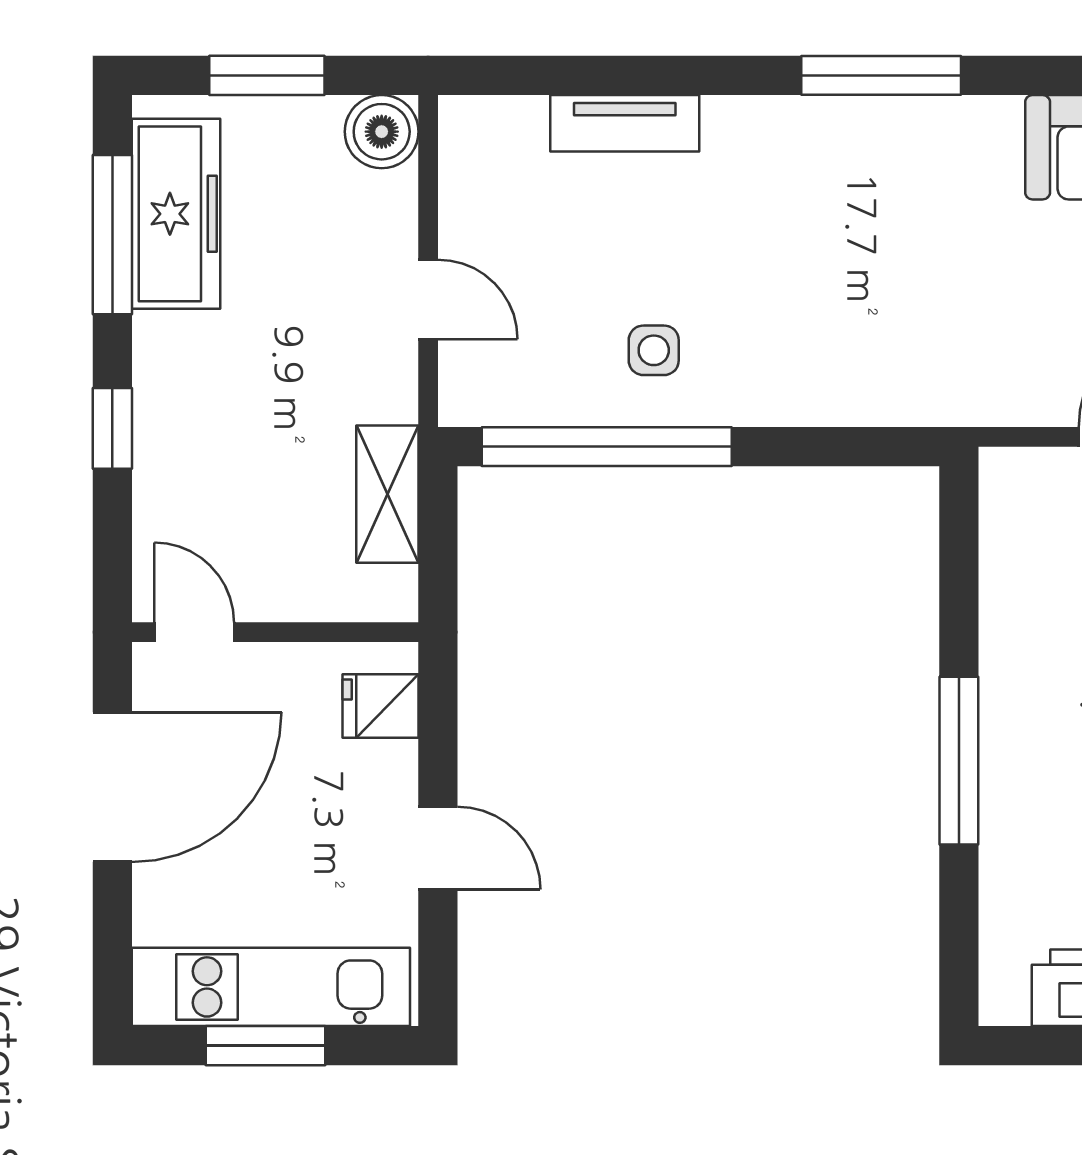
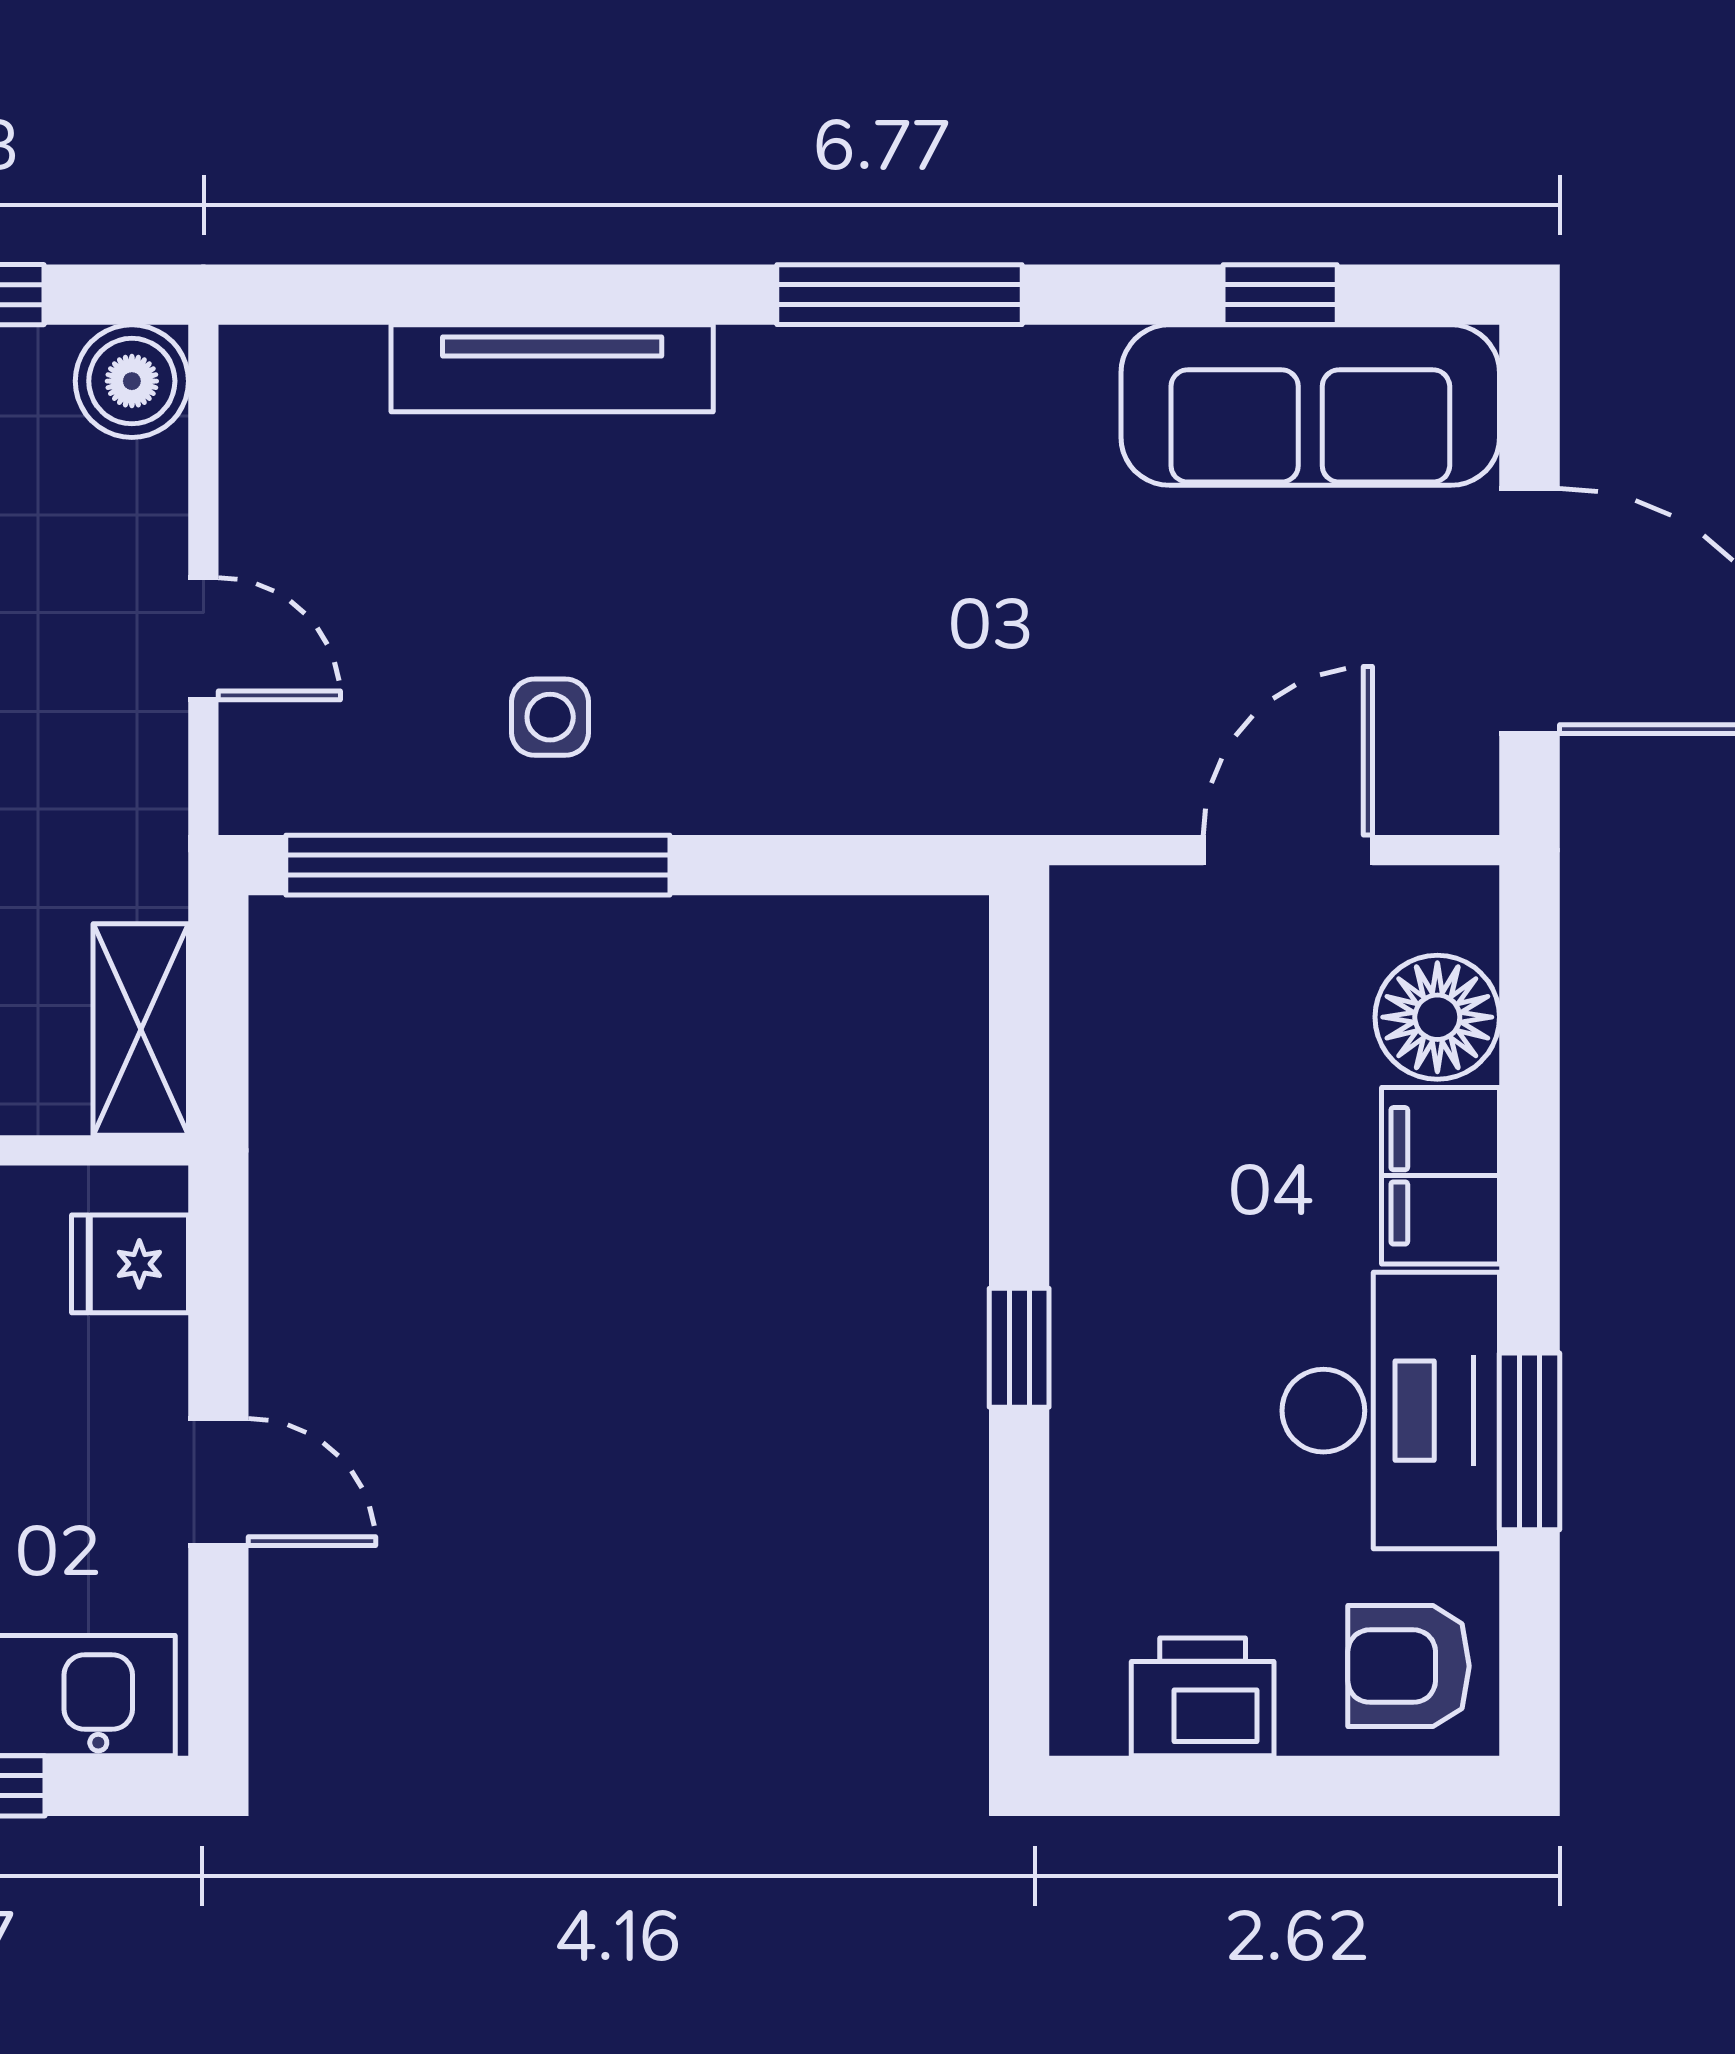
tv unit: (625, 123) -> (552, 368), width x1.41
shelving: (387, 494) -> (141, 1030), moved
window: (959, 761) -> (1019, 1348), width x0.46

